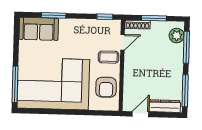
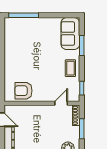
door: (123, 42) -> (61, 103), swing flipped
coffee table: (109, 57) -> (70, 68), moved
corner sofa: (53, 84) -> (25, 47), removed

